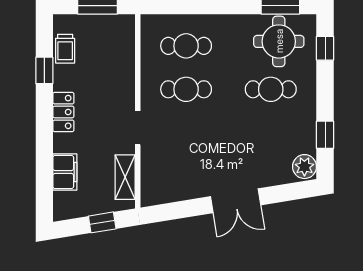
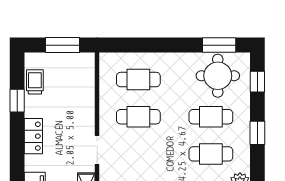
trolley: (65, 49) -> (35, 82), turned 180
cafe table: (271, 133) -> (211, 154), added
window: (325, 135) -> (257, 133), moved

